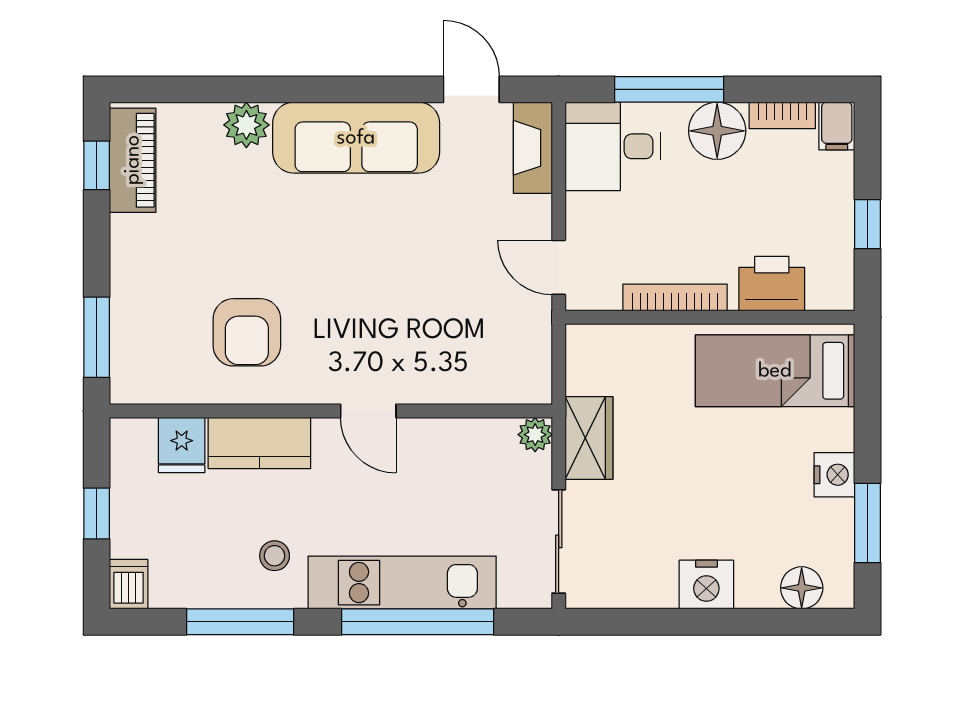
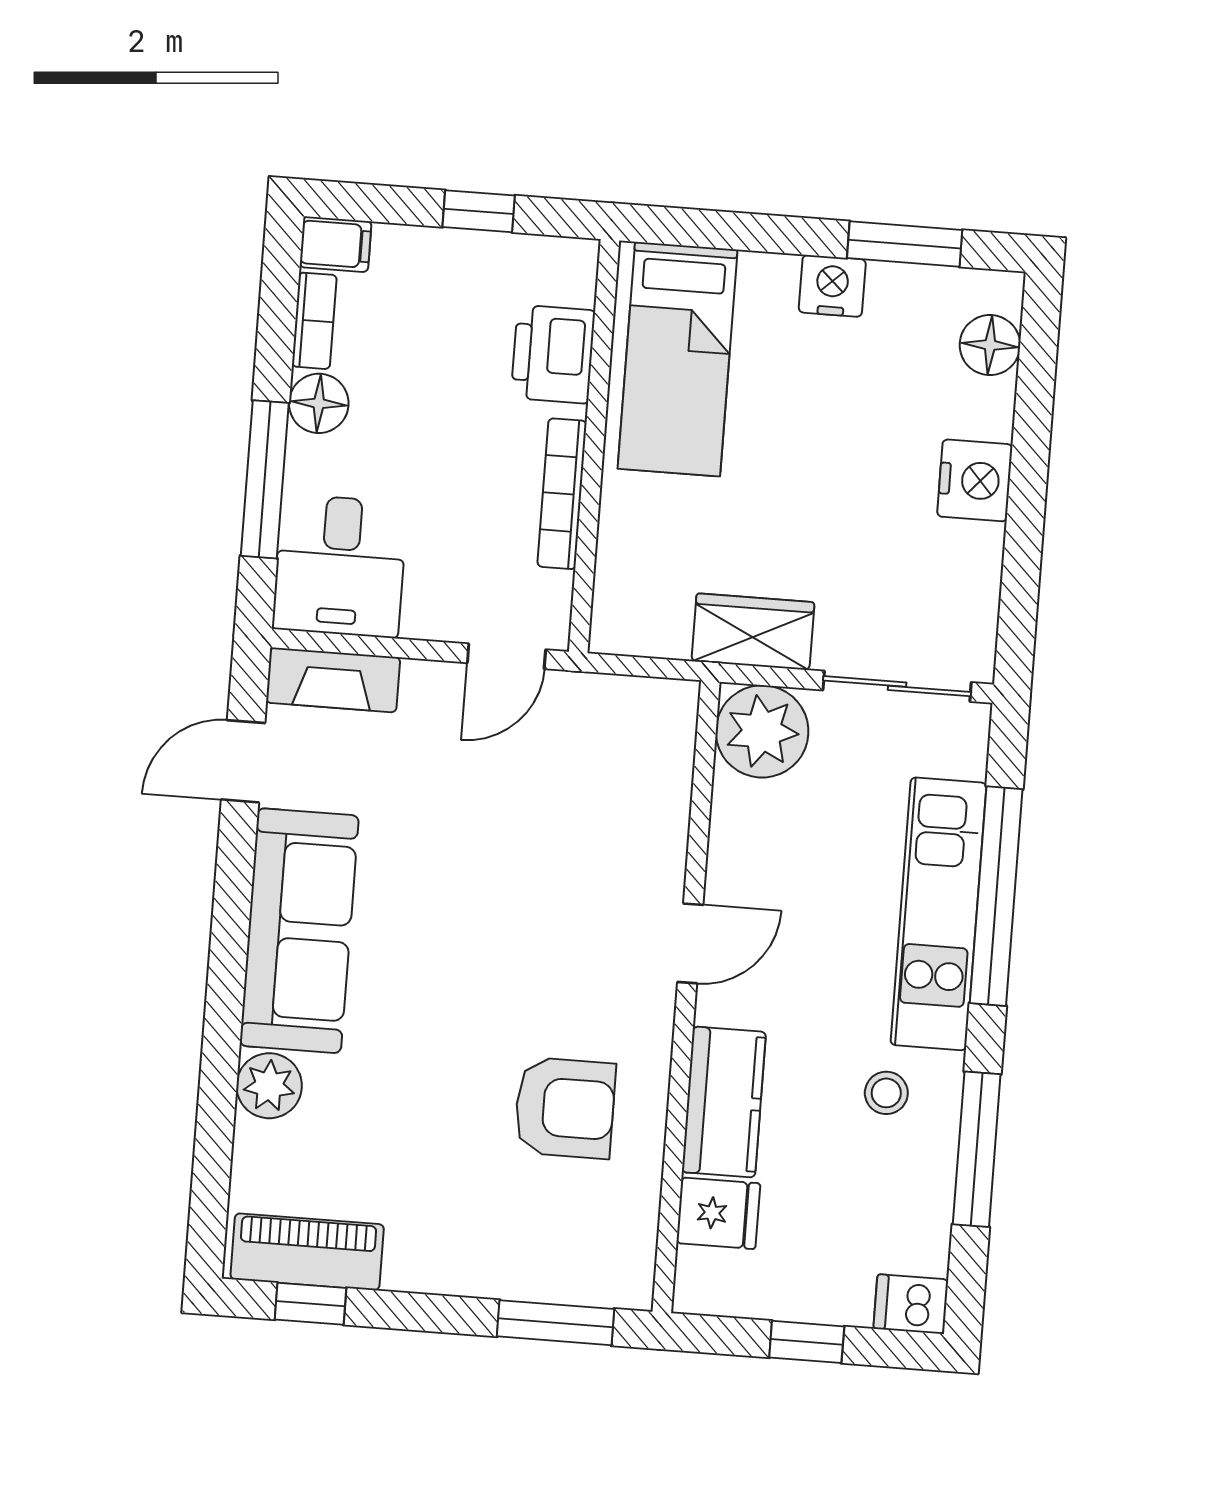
floor lamp: (717, 131) -> (319, 403), width x0.73, depth x0.73
plant: (535, 435) -> (762, 731), width x1.87, depth x1.87

